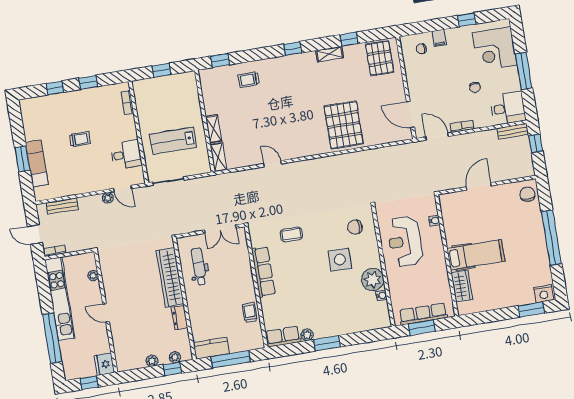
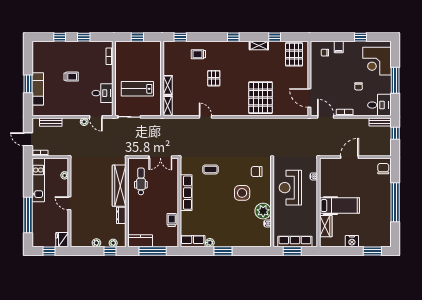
pallet: (275, 109) -> (214, 78), added
nightstand: (544, 294) -> (352, 241), moved
kitchen unit: (60, 299) -> (38, 180), width x0.73

